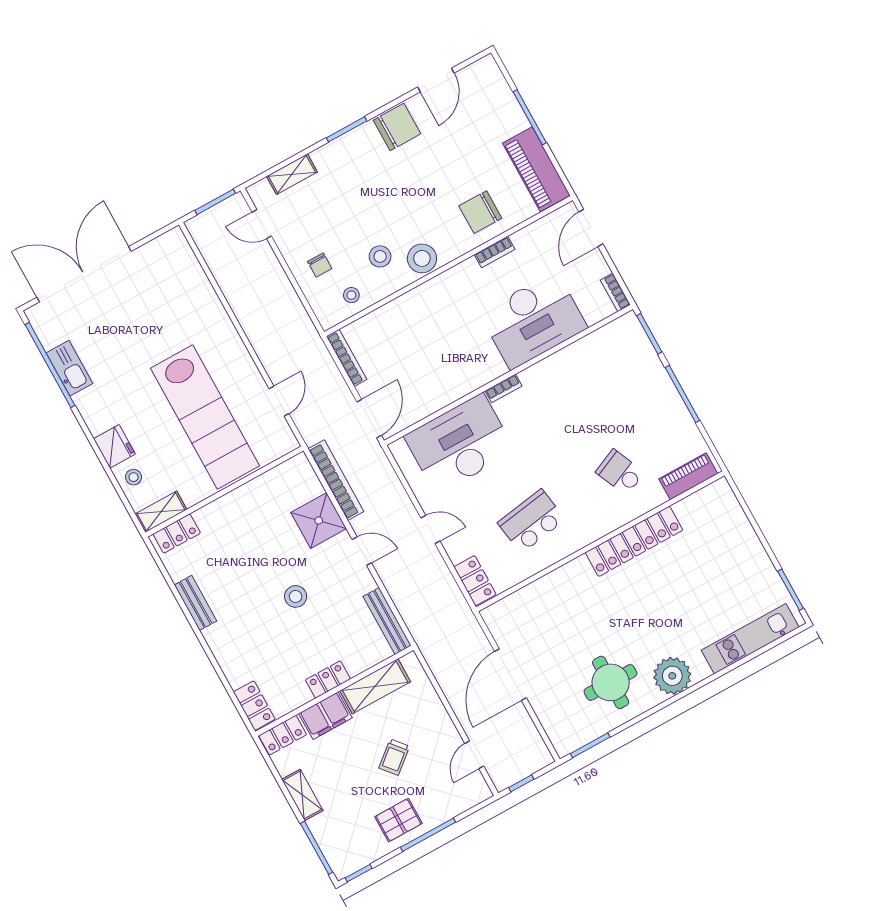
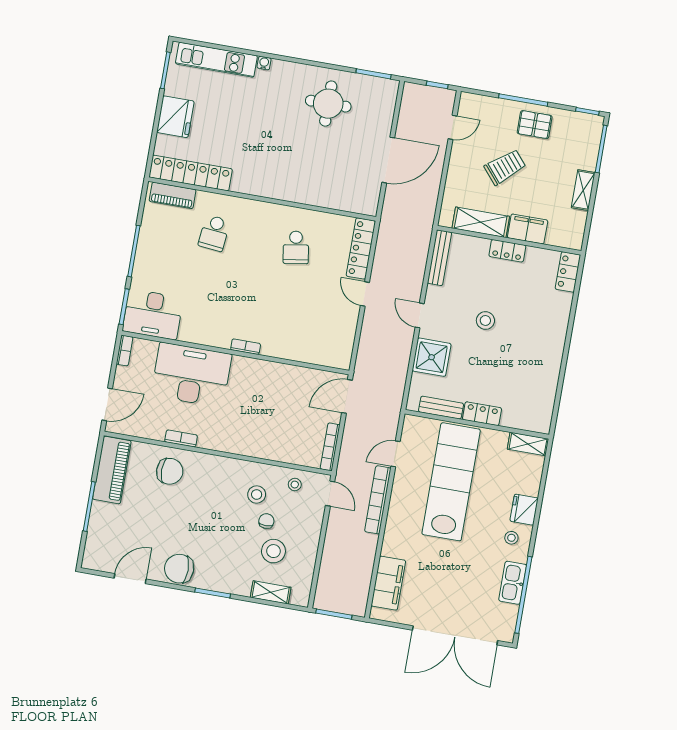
door: (262, 224) -> (330, 494), moved
stool: (422, 258) -> (273, 551), moved
chair: (320, 265) -> (266, 521), moved
filing cabinet: (187, 273) -> (388, 583), added
desk: (460, 444) -> (153, 314), moved, width x0.73, depth x0.77
school desk: (620, 472) -> (214, 233), turned 30
stool: (134, 477) -> (511, 538), moved
bookcase: (336, 480) -> (378, 500), moved
school desk: (531, 521) -> (296, 247), width x0.54
locker: (177, 533) -> (482, 414), moved
locker: (634, 541) -> (191, 173), moved
fridge: (746, 553) -> (175, 117), added
locker: (475, 581) -> (361, 248), width x1.53
bench: (195, 603) -> (441, 408), moved, turned 90
water cooler: (702, 672) -> (264, 63), added
plant: (672, 676) -> (285, 76), removed
locker: (283, 735) -> (565, 239), removed
trolley: (394, 757) -> (505, 167), width x1.36, depth x1.39

